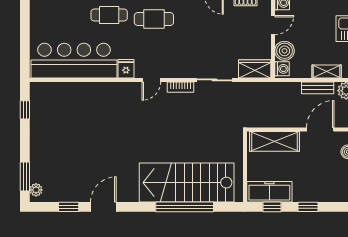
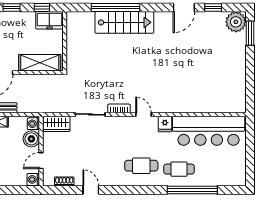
door: (151, 80) -> (143, 114), hinge flipped
window: (25, 110) -> (250, 89), removed
stairs: (187, 183) -> (124, 22), width x0.73, depth x0.66
plant: (36, 190) -> (236, 22), width x1.87, depth x1.87
freezer: (269, 192) -> (49, 20), width x0.71

